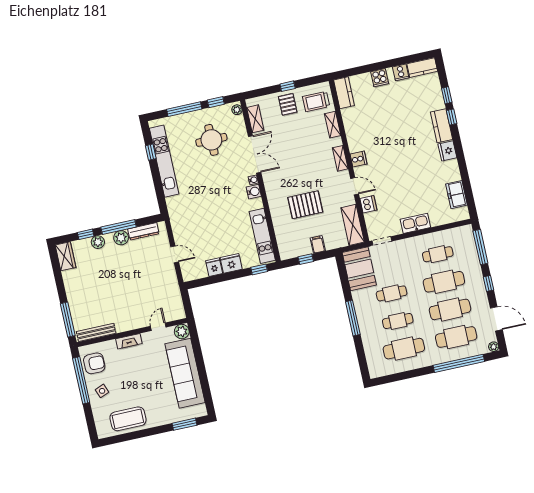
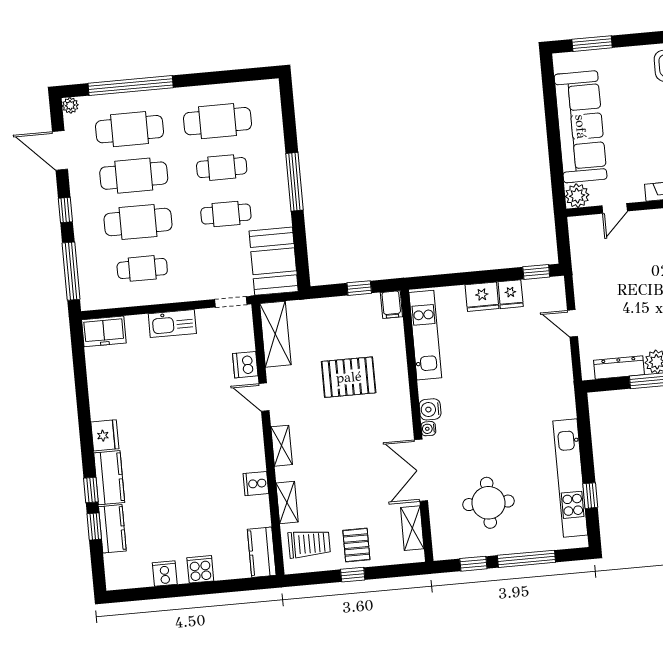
kitchen counter: (422, 68) -> (112, 529), moved, turned 90
plant: (237, 110) -> (440, 547), removed
cooker: (358, 159) -> (256, 484), moved
freezer: (456, 195) -> (104, 331), moved, turned 90
filing cabinet: (318, 244) -> (391, 305), moved
window: (259, 269) -> (536, 272), moved

